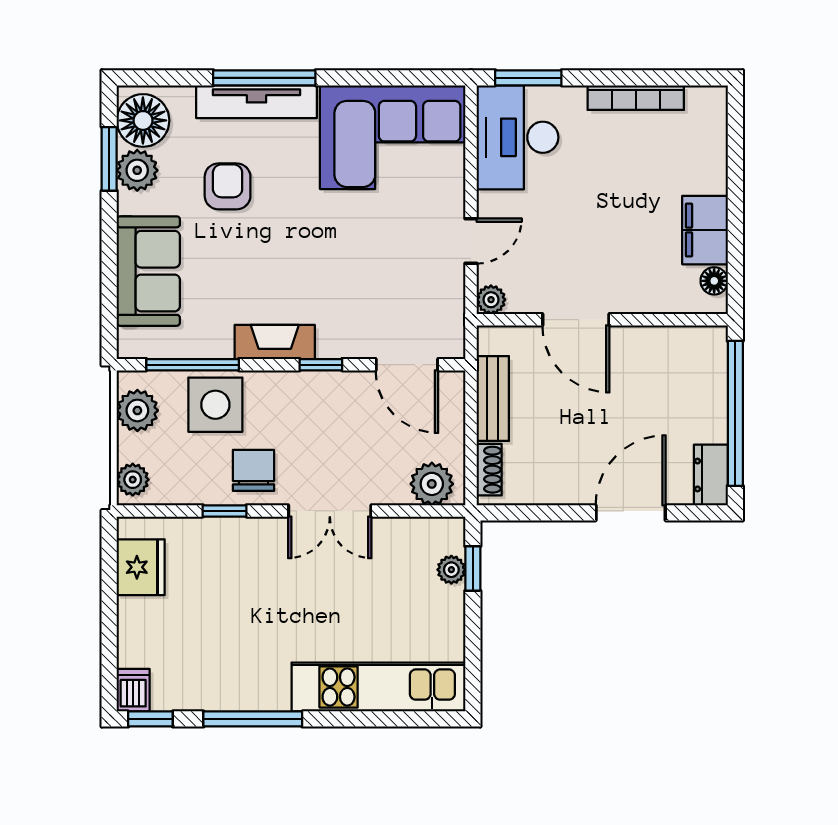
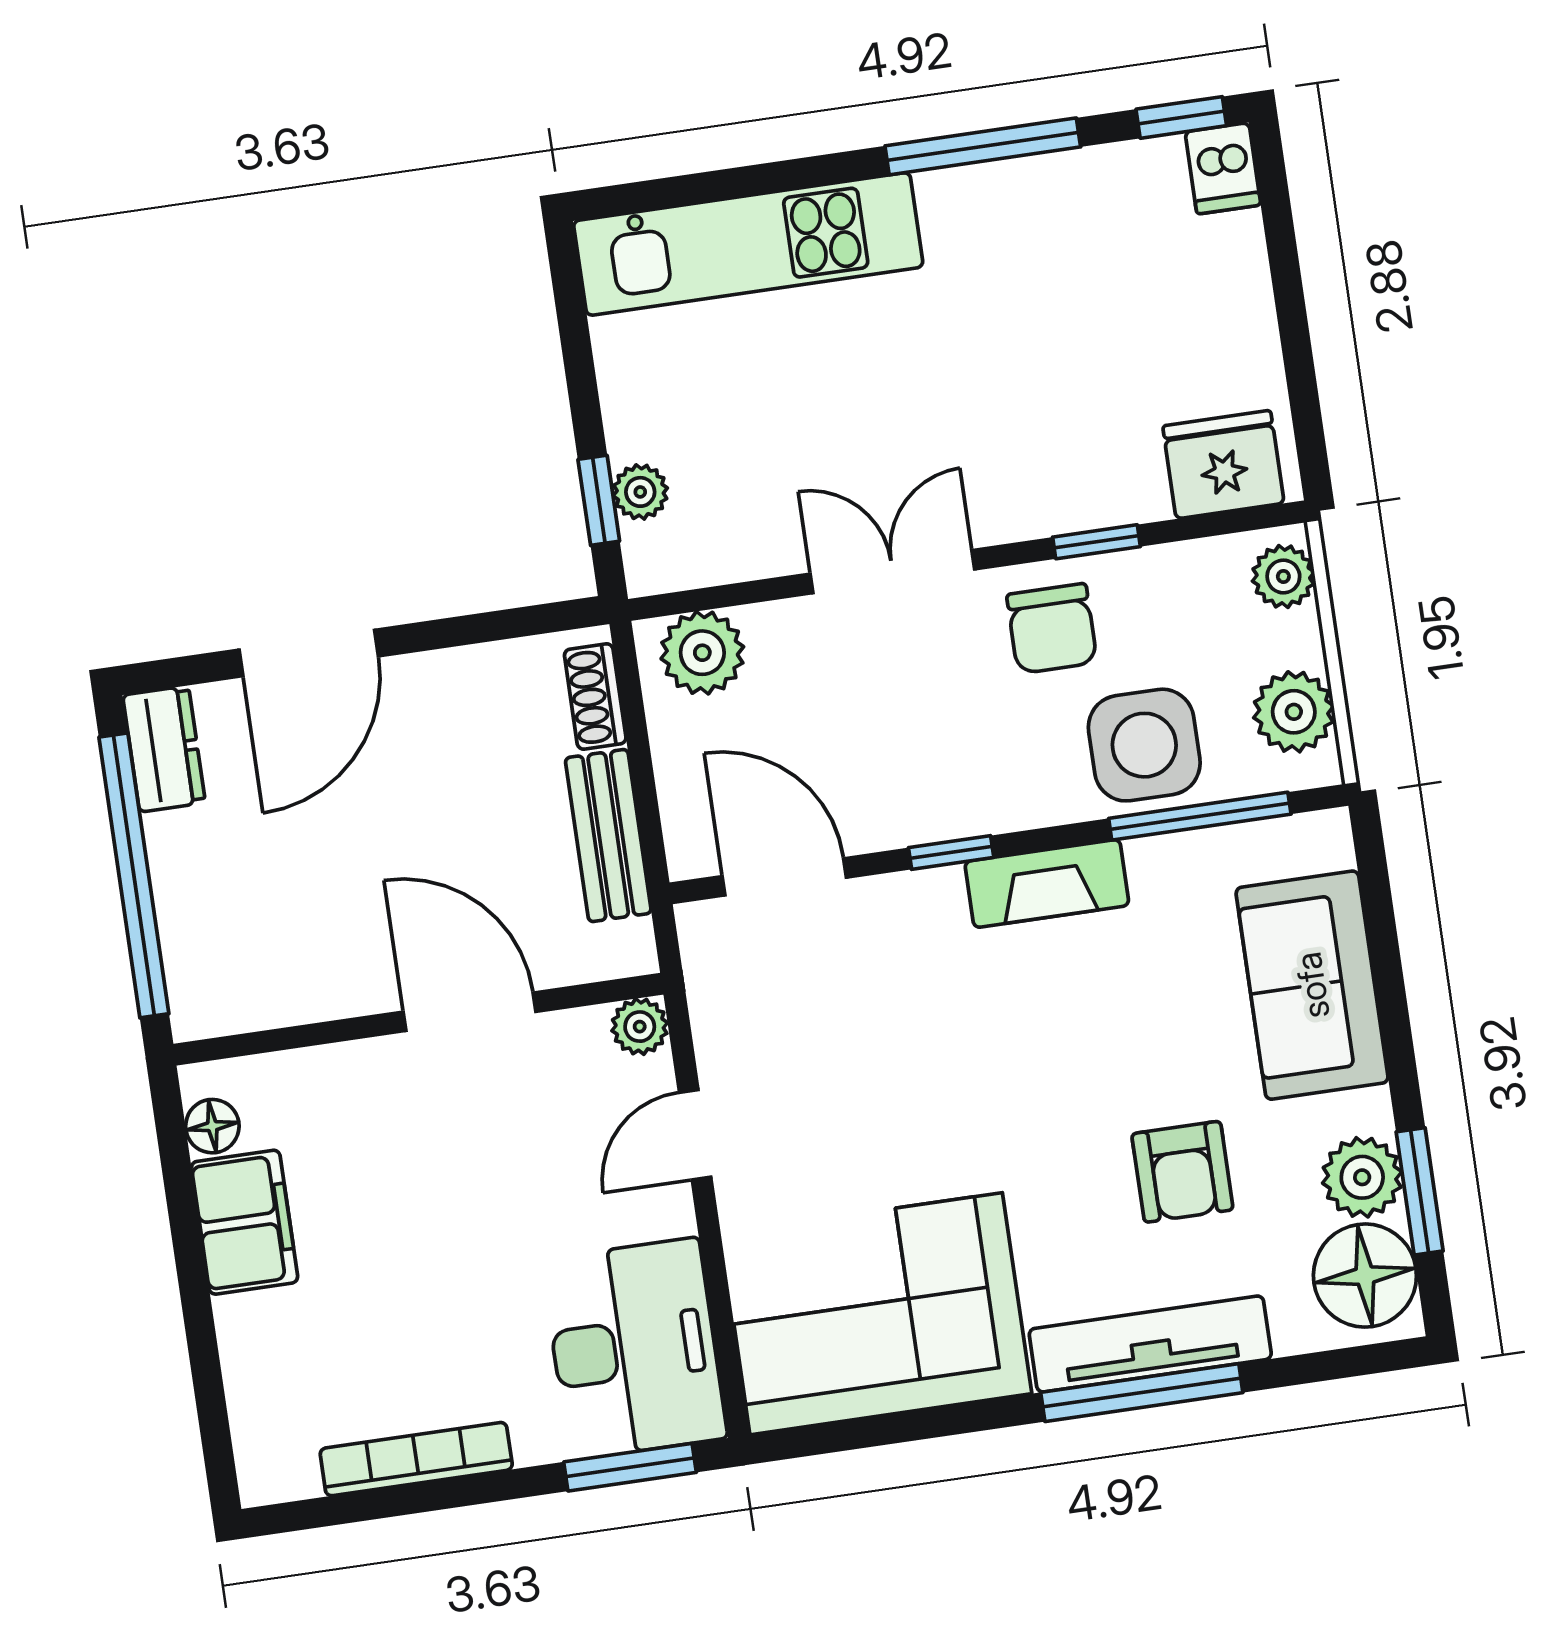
fridge: (141, 567) -> (1223, 465), moved, turned 90

